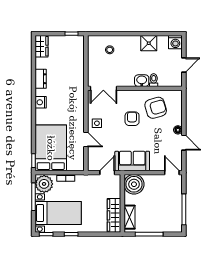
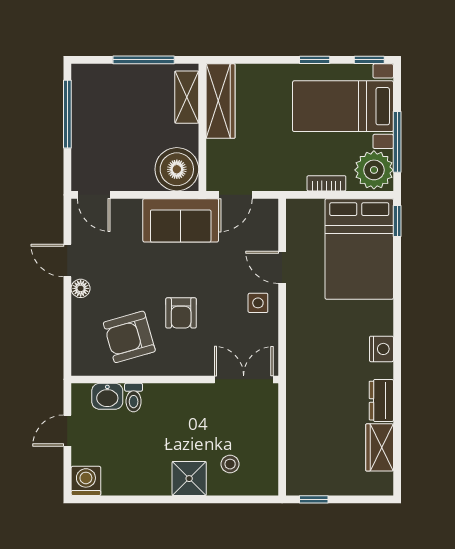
shower: (149, 43) -> (189, 479), moved
wardrobe: (41, 46) -> (380, 447), moved
washbasin: (142, 81) -> (107, 396), moved

